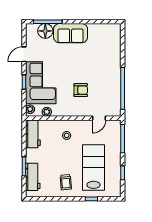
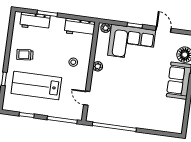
armchair: (81, 90) -> (118, 83), removed
plant: (47, 112) -> (98, 66), moved
lab bench: (93, 167) -> (36, 86), turned 180

